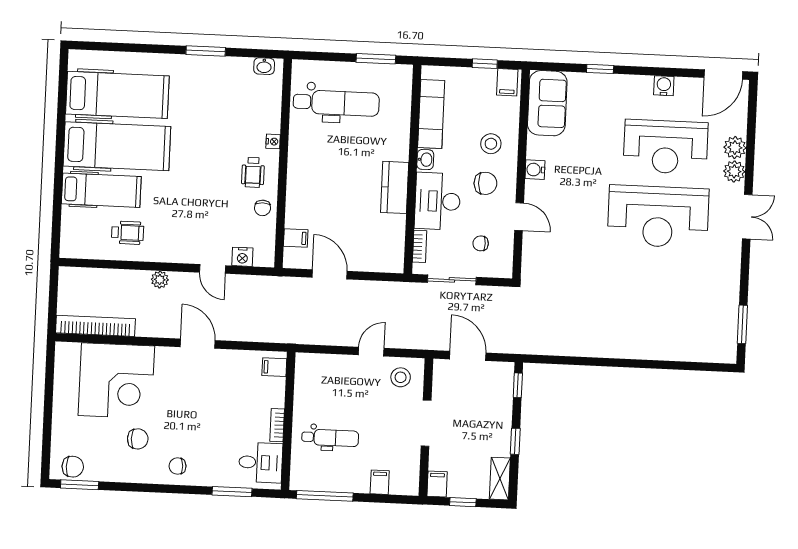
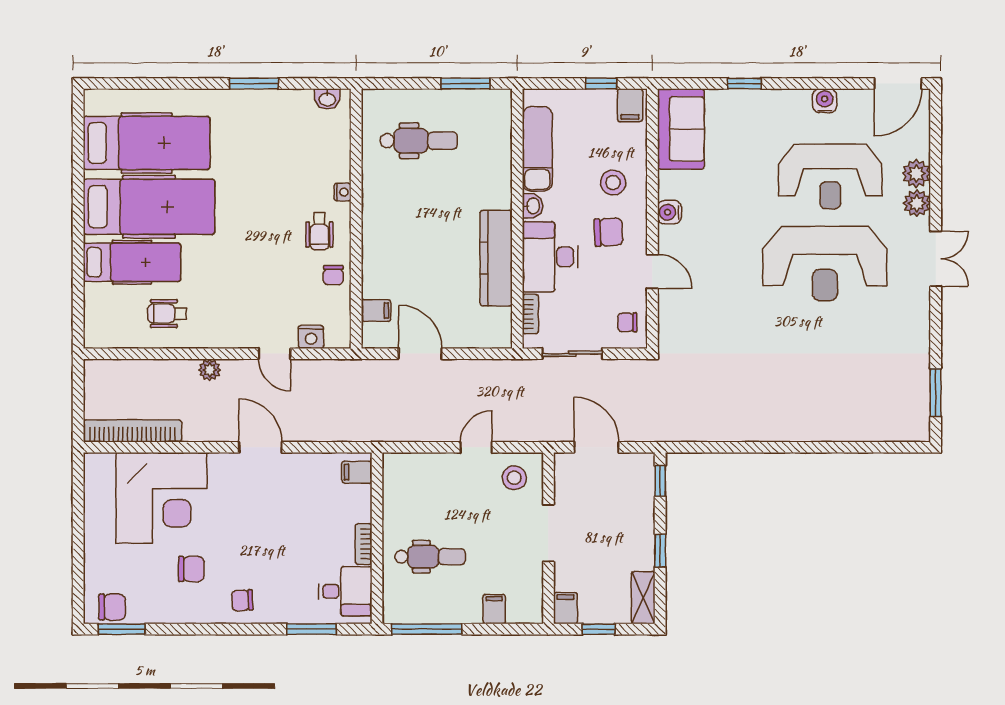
dental chair: (336, 103) -> (419, 141), width x0.73, depth x0.72
kitchen counter: (395, 187) -> (496, 258), width x1.50
wheelchair: (128, 233) -> (167, 314), turned 180
chair: (481, 243) -> (627, 322), moved

